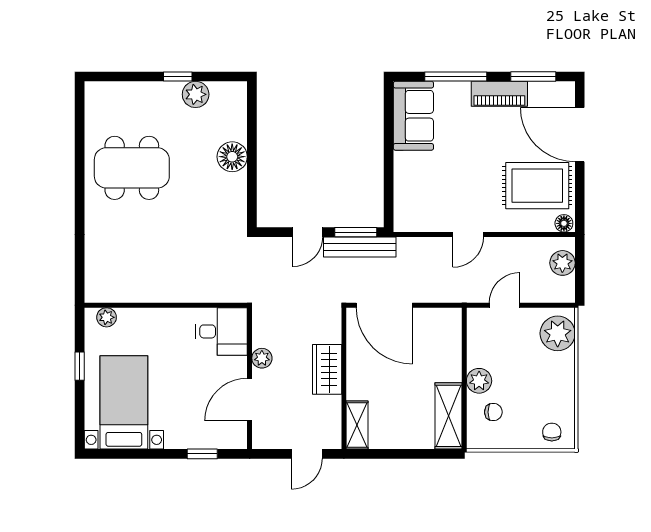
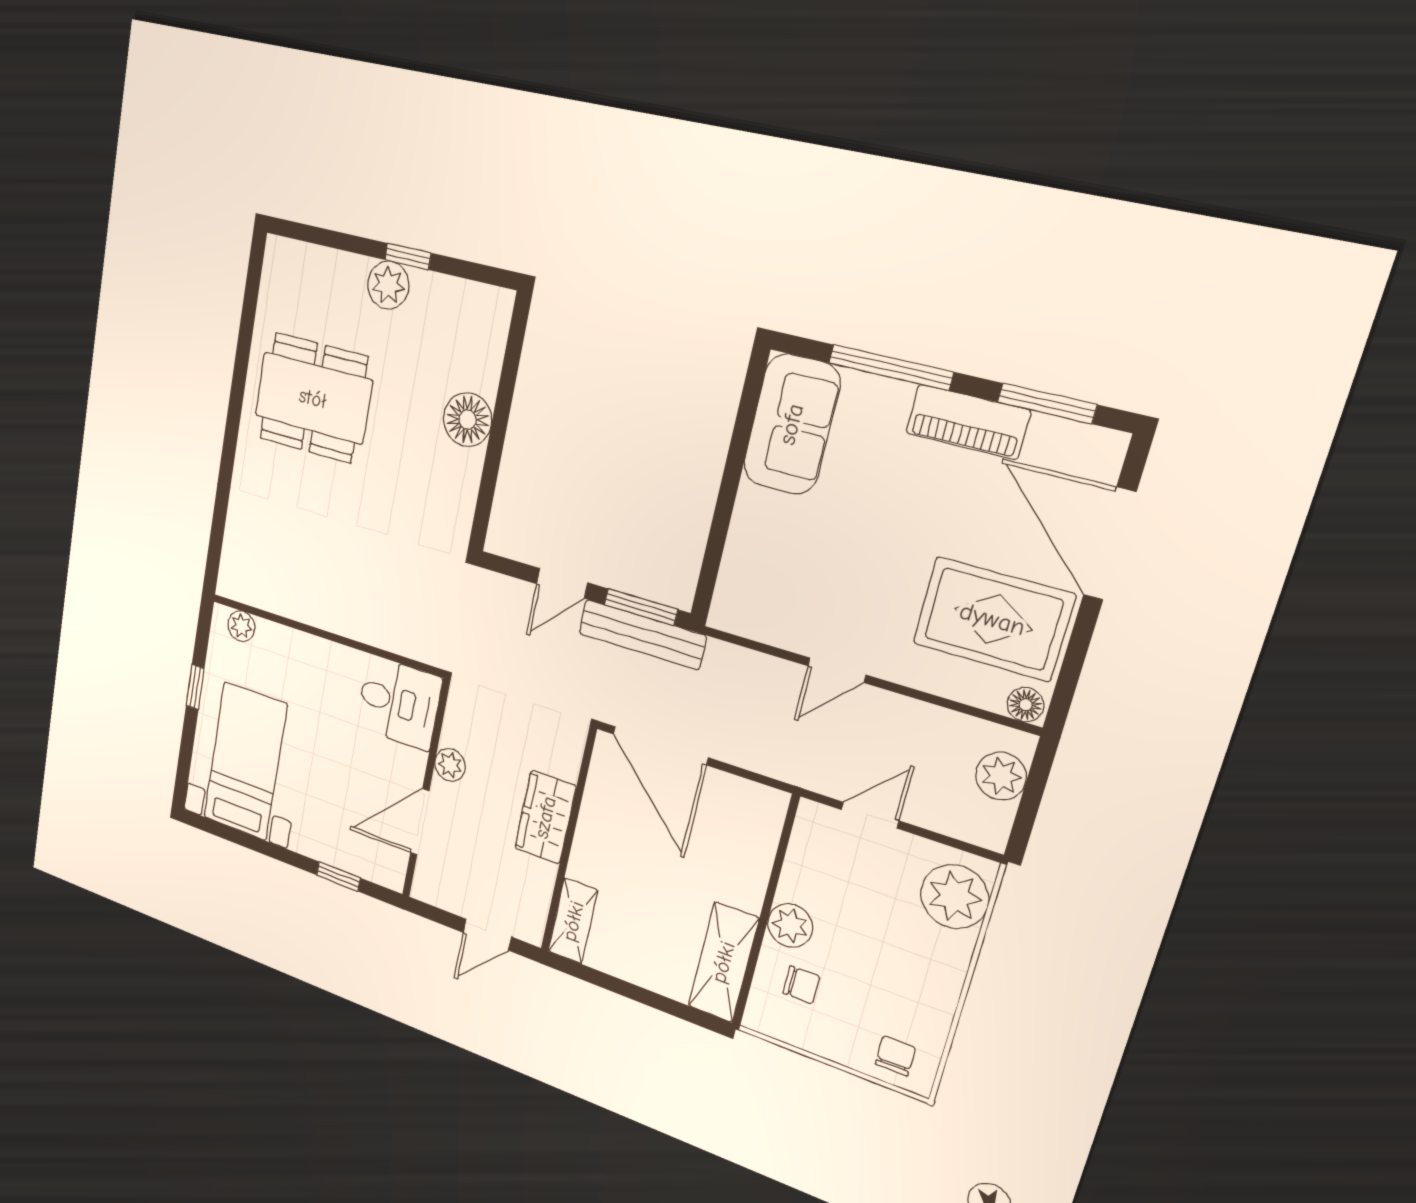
plant: (196, 94) -> (388, 285), moved

